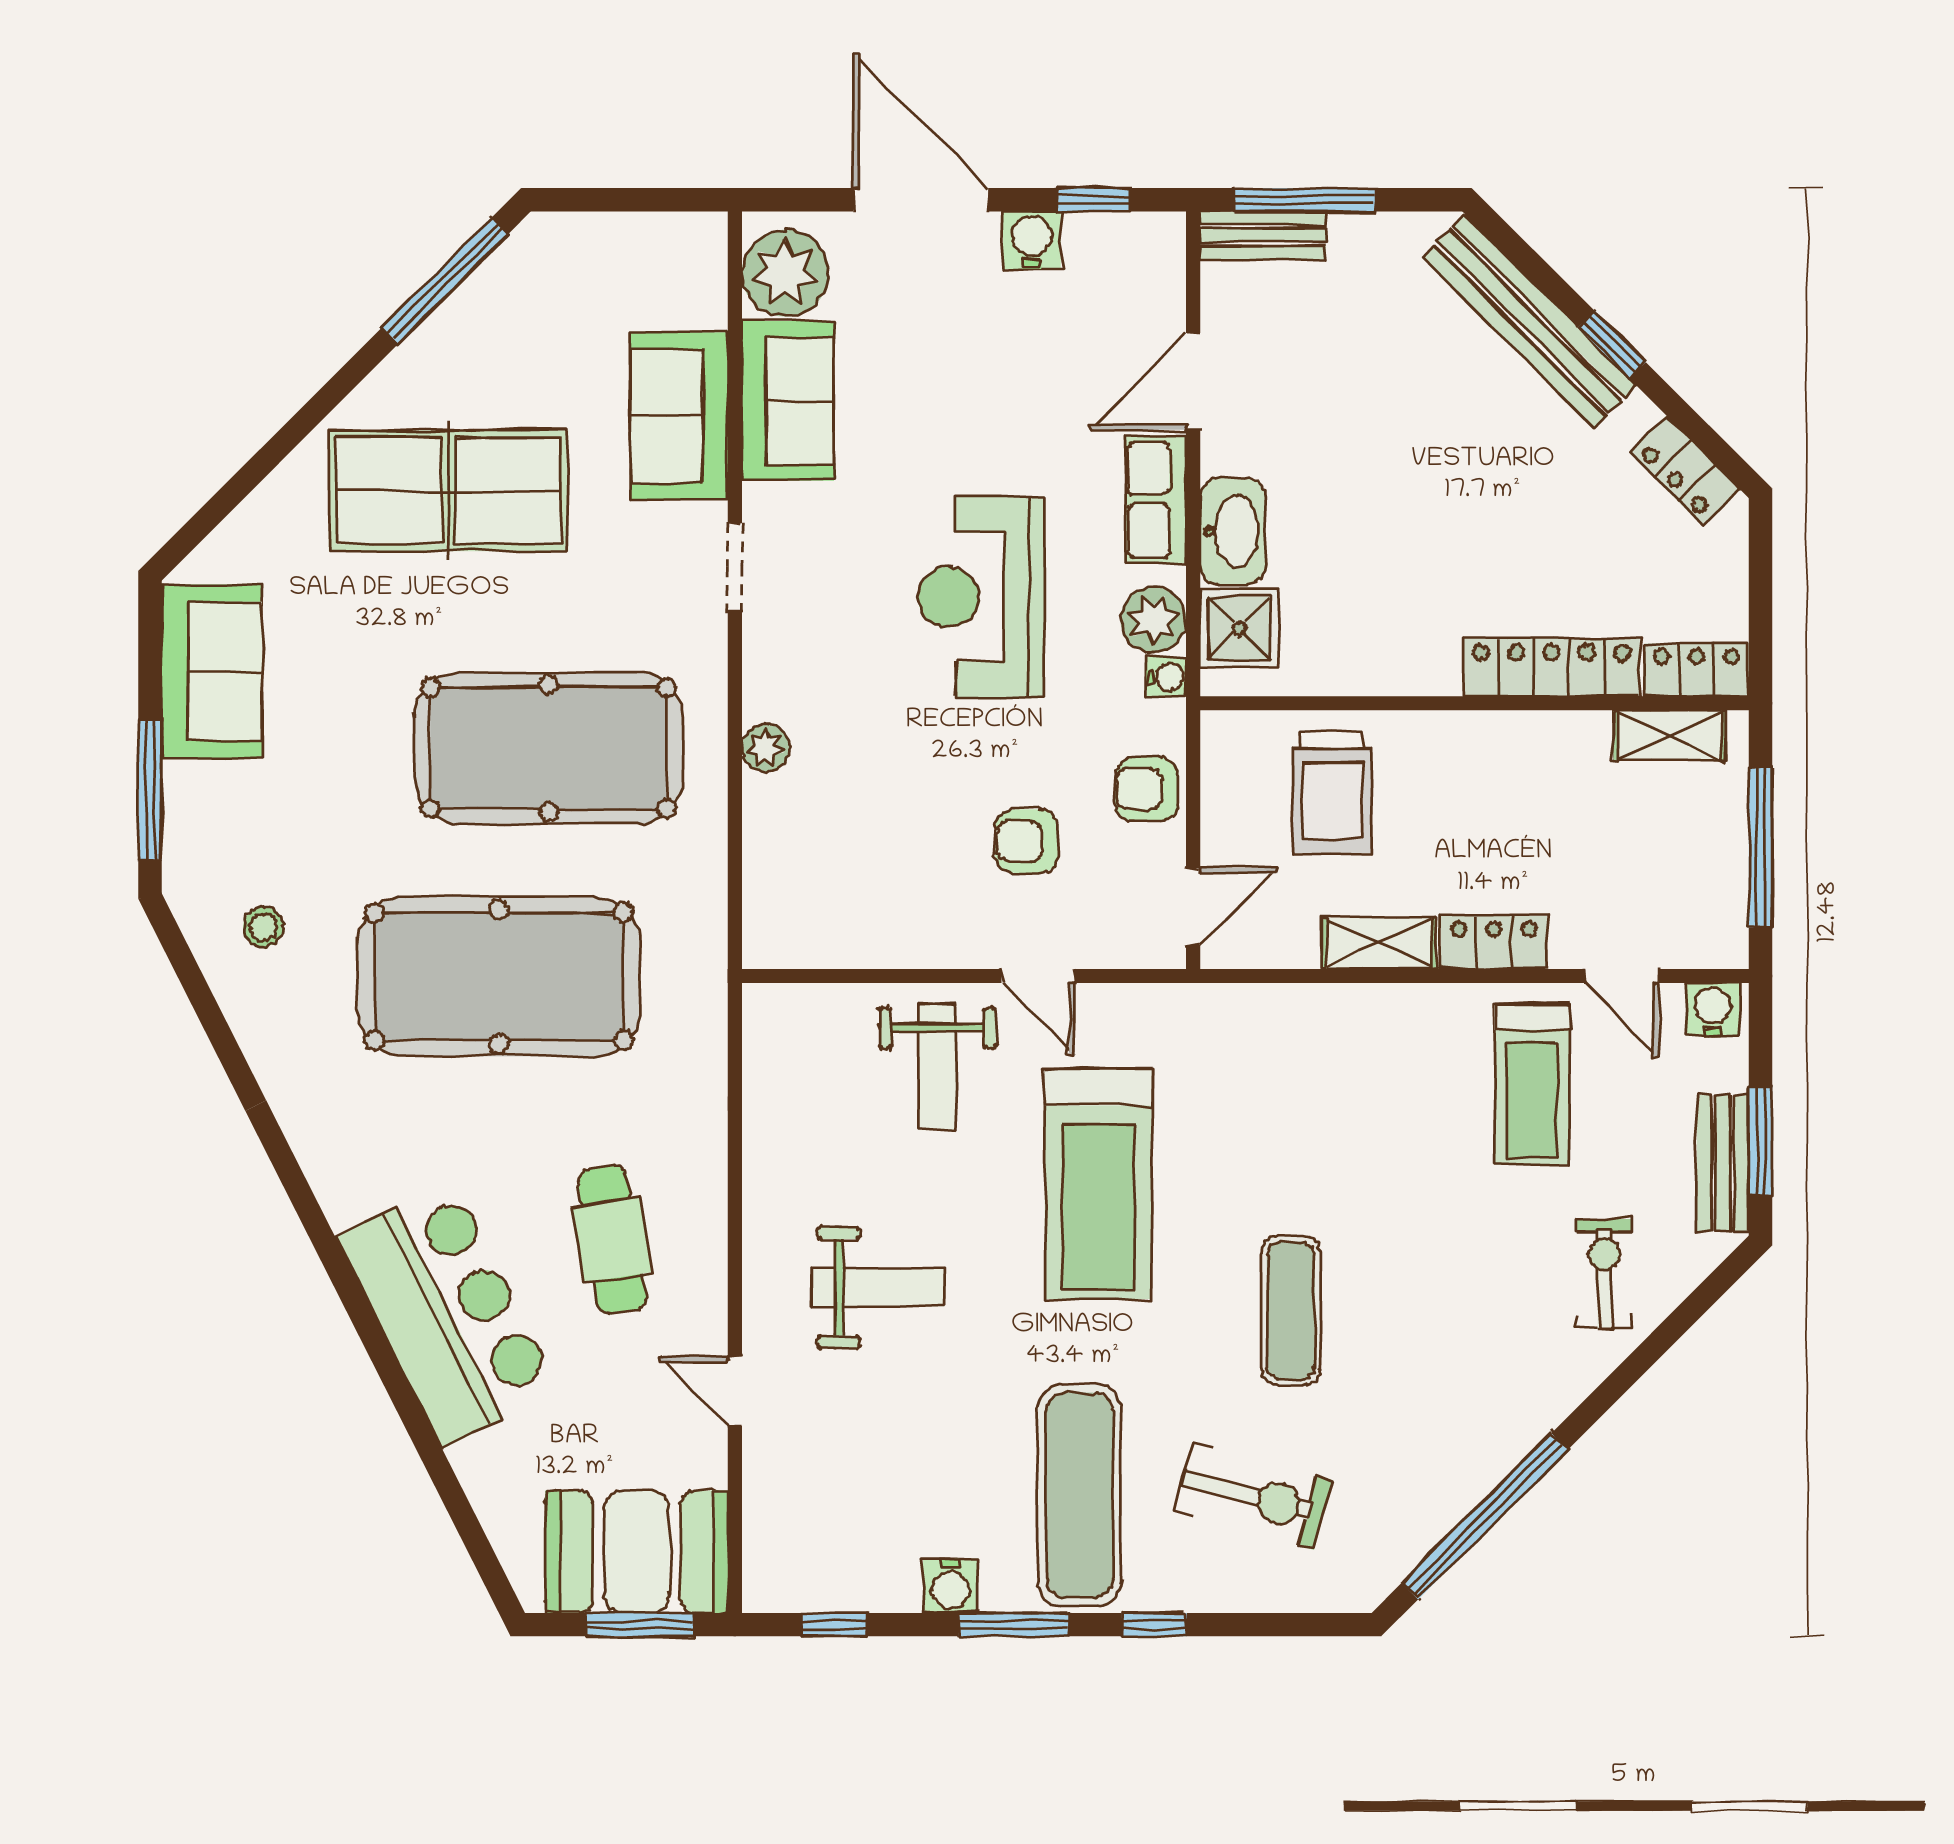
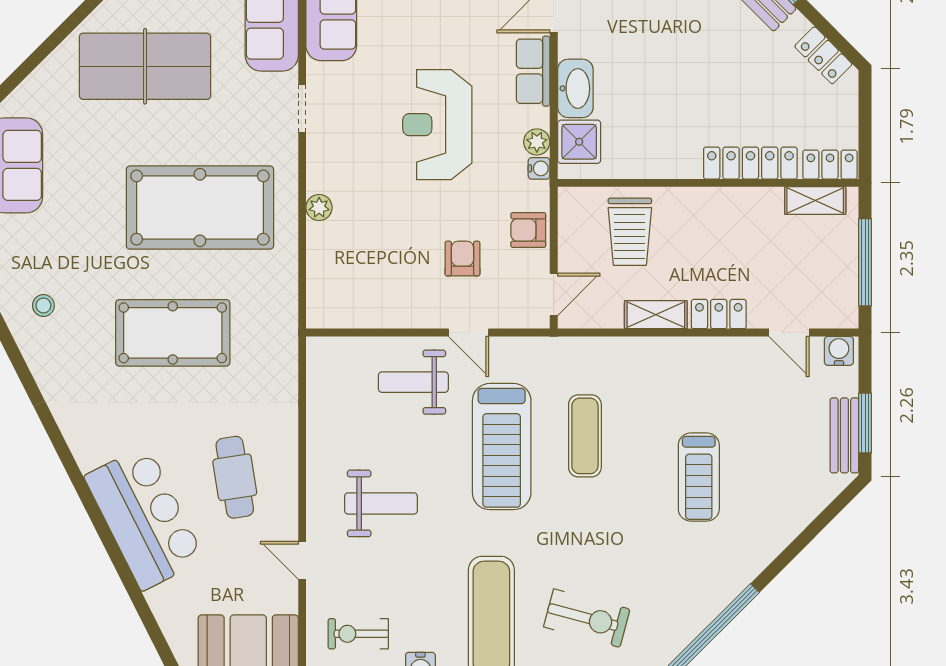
plant: (1153, 620) -> (537, 142), width x0.73, depth x0.73
armchair: (1027, 841) -> (462, 259), turned 90
pool table: (499, 976) -> (173, 333), width x0.73, depth x0.76
weight bench: (937, 1066) -> (413, 382), turned 90
treadmill: (1532, 1084) -> (699, 477), moved
exercise bike: (1604, 1274) -> (358, 634), moved, turned -90
exercise mat: (1291, 1311) -> (585, 436), moved

